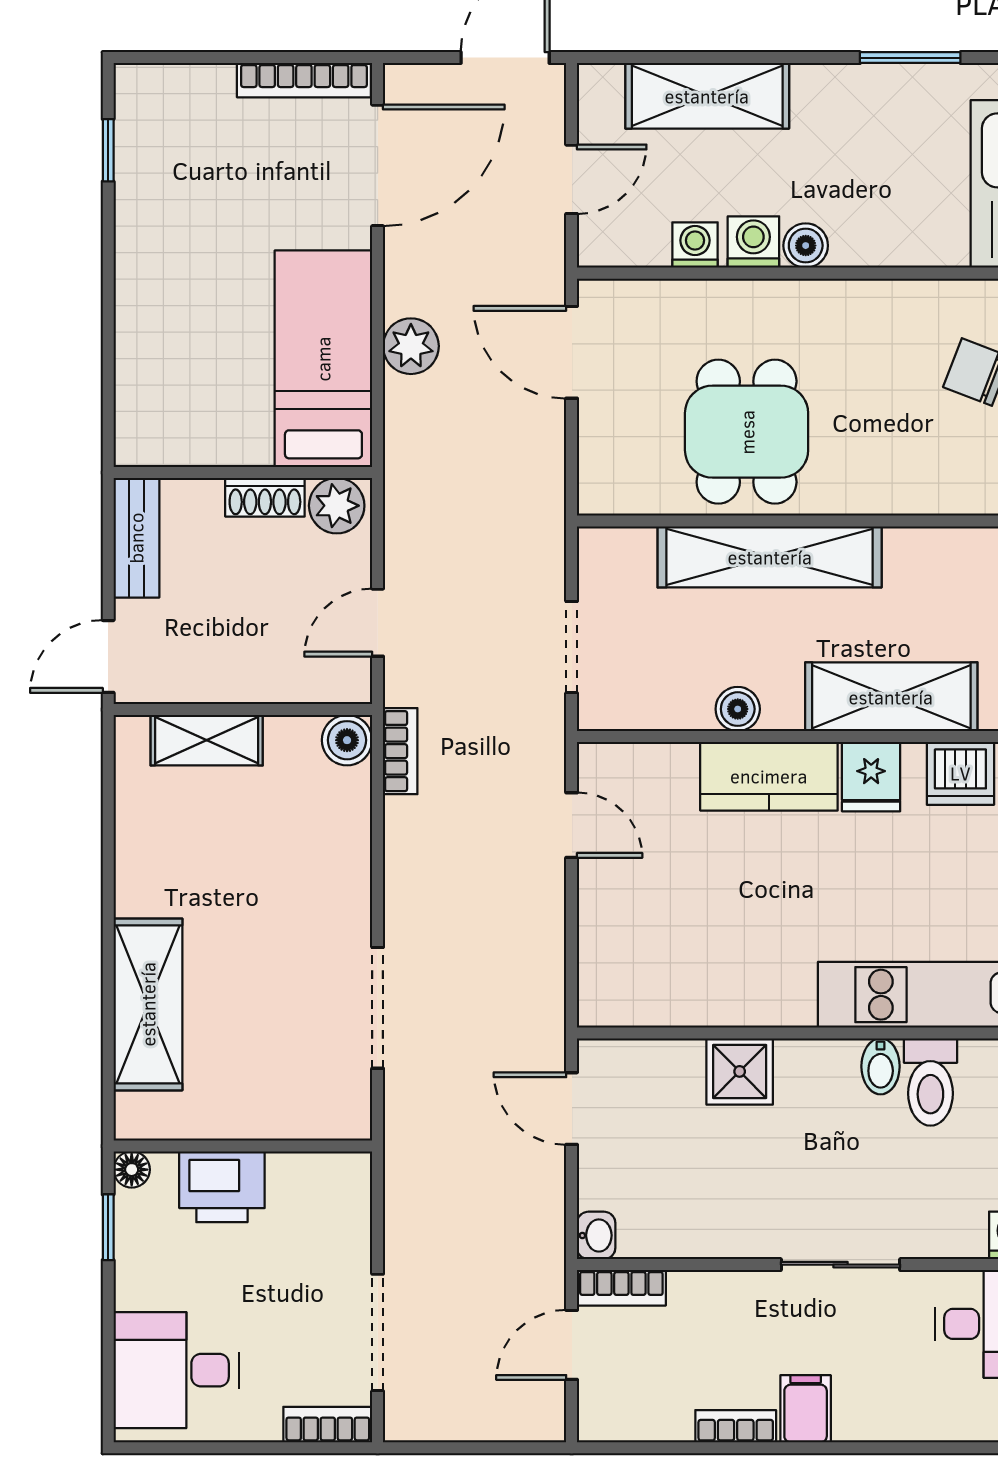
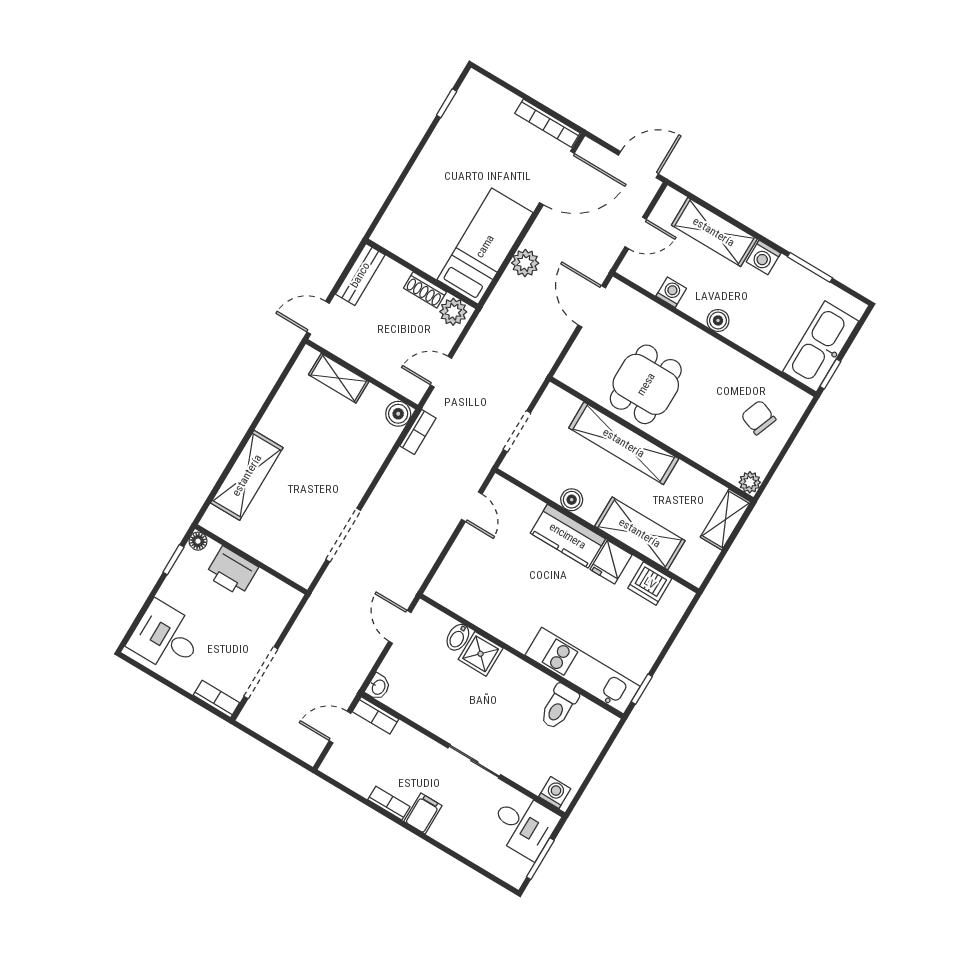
washing machine: (753, 242) -> (763, 257), moved, turned 180
bidet: (881, 1066) -> (458, 637), moved

